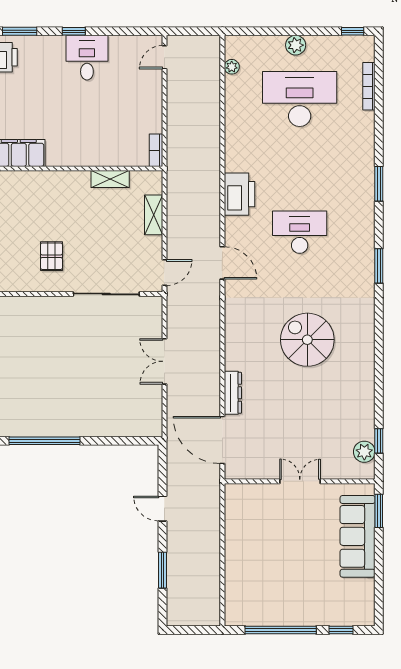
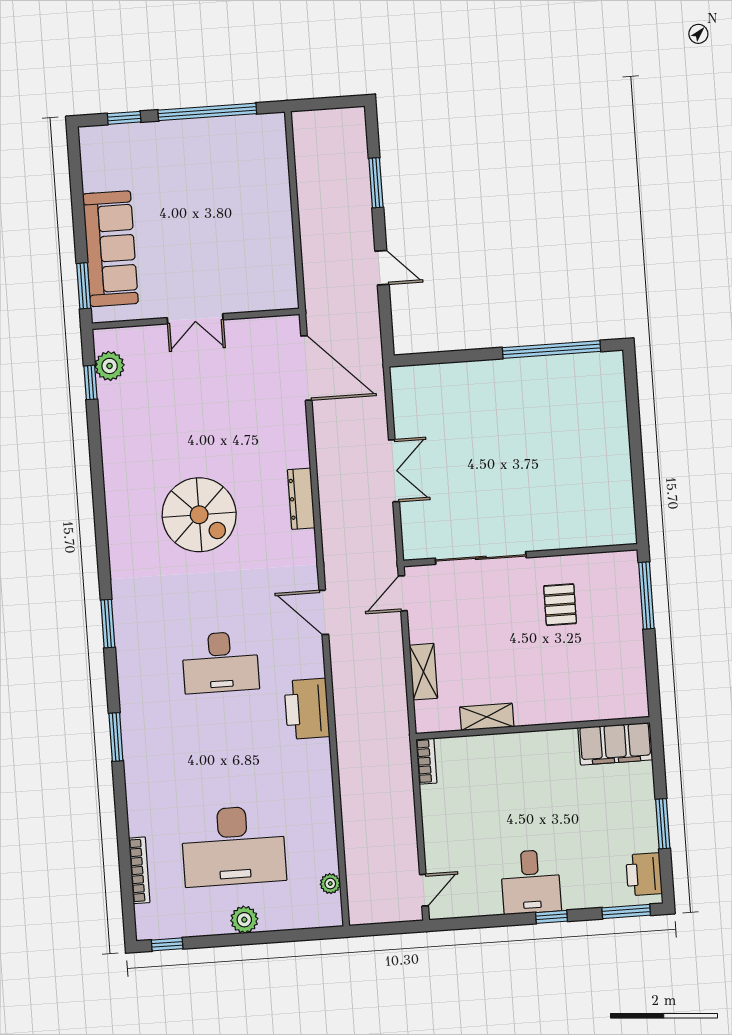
dresser: (233, 393) -> (301, 499), moved

